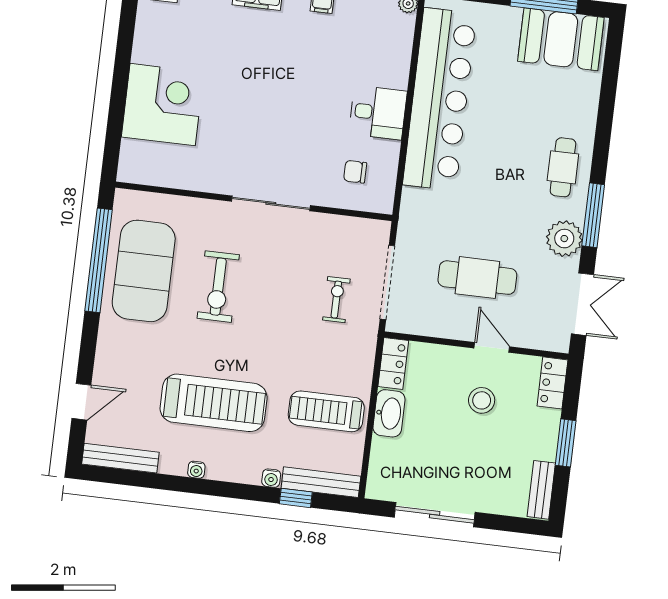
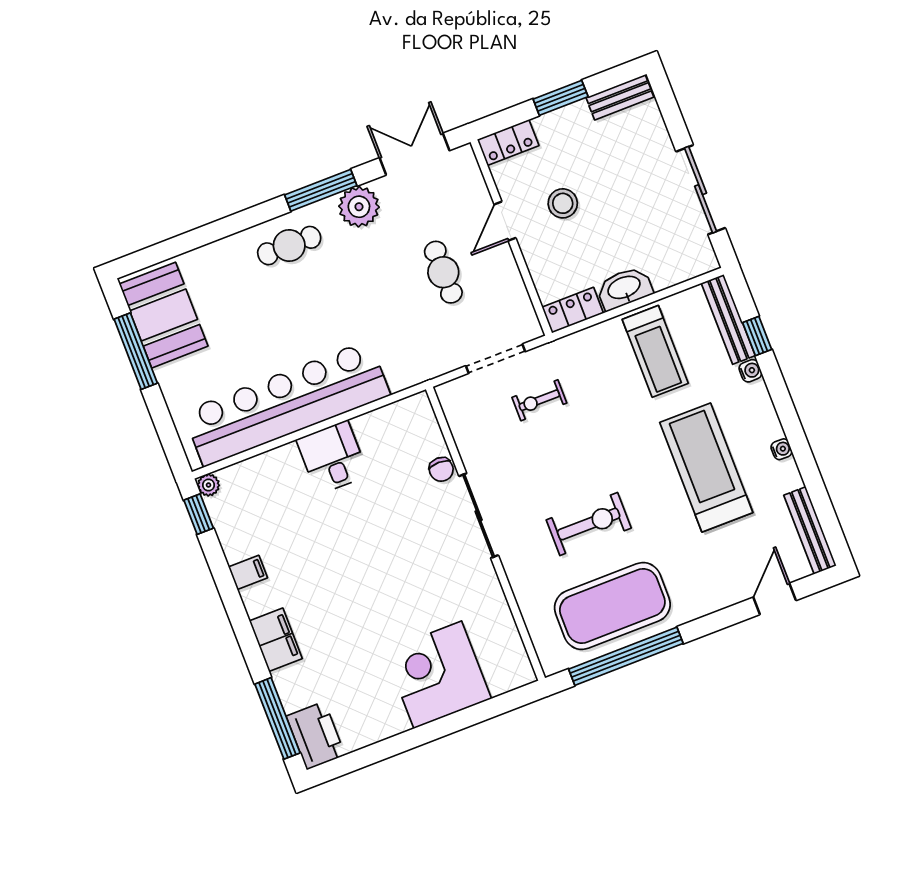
chair: (355, 172) -> (441, 469), moved
cafe table: (477, 278) -> (443, 272), width x0.73, depth x0.74
doorway: (387, 282) -> (495, 359), width x0.73
door: (81, 402) -> (775, 599), hinge flipped

